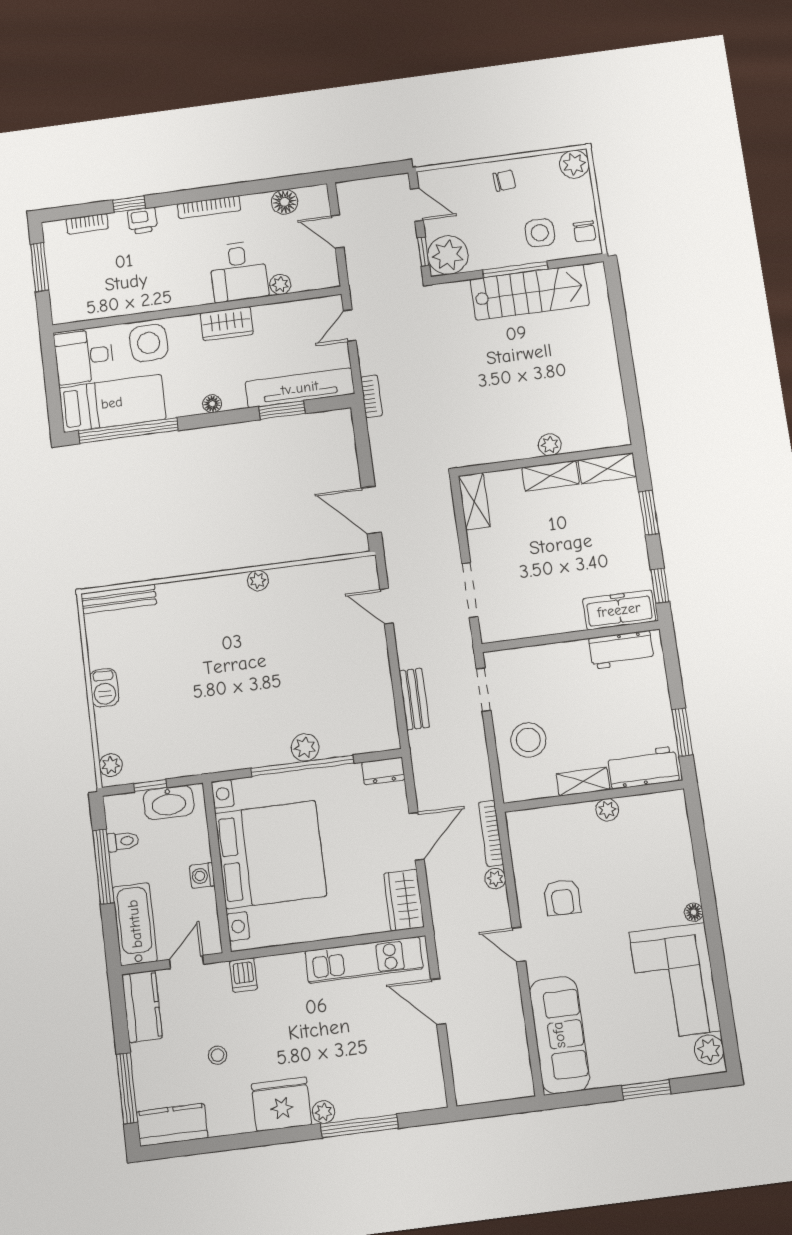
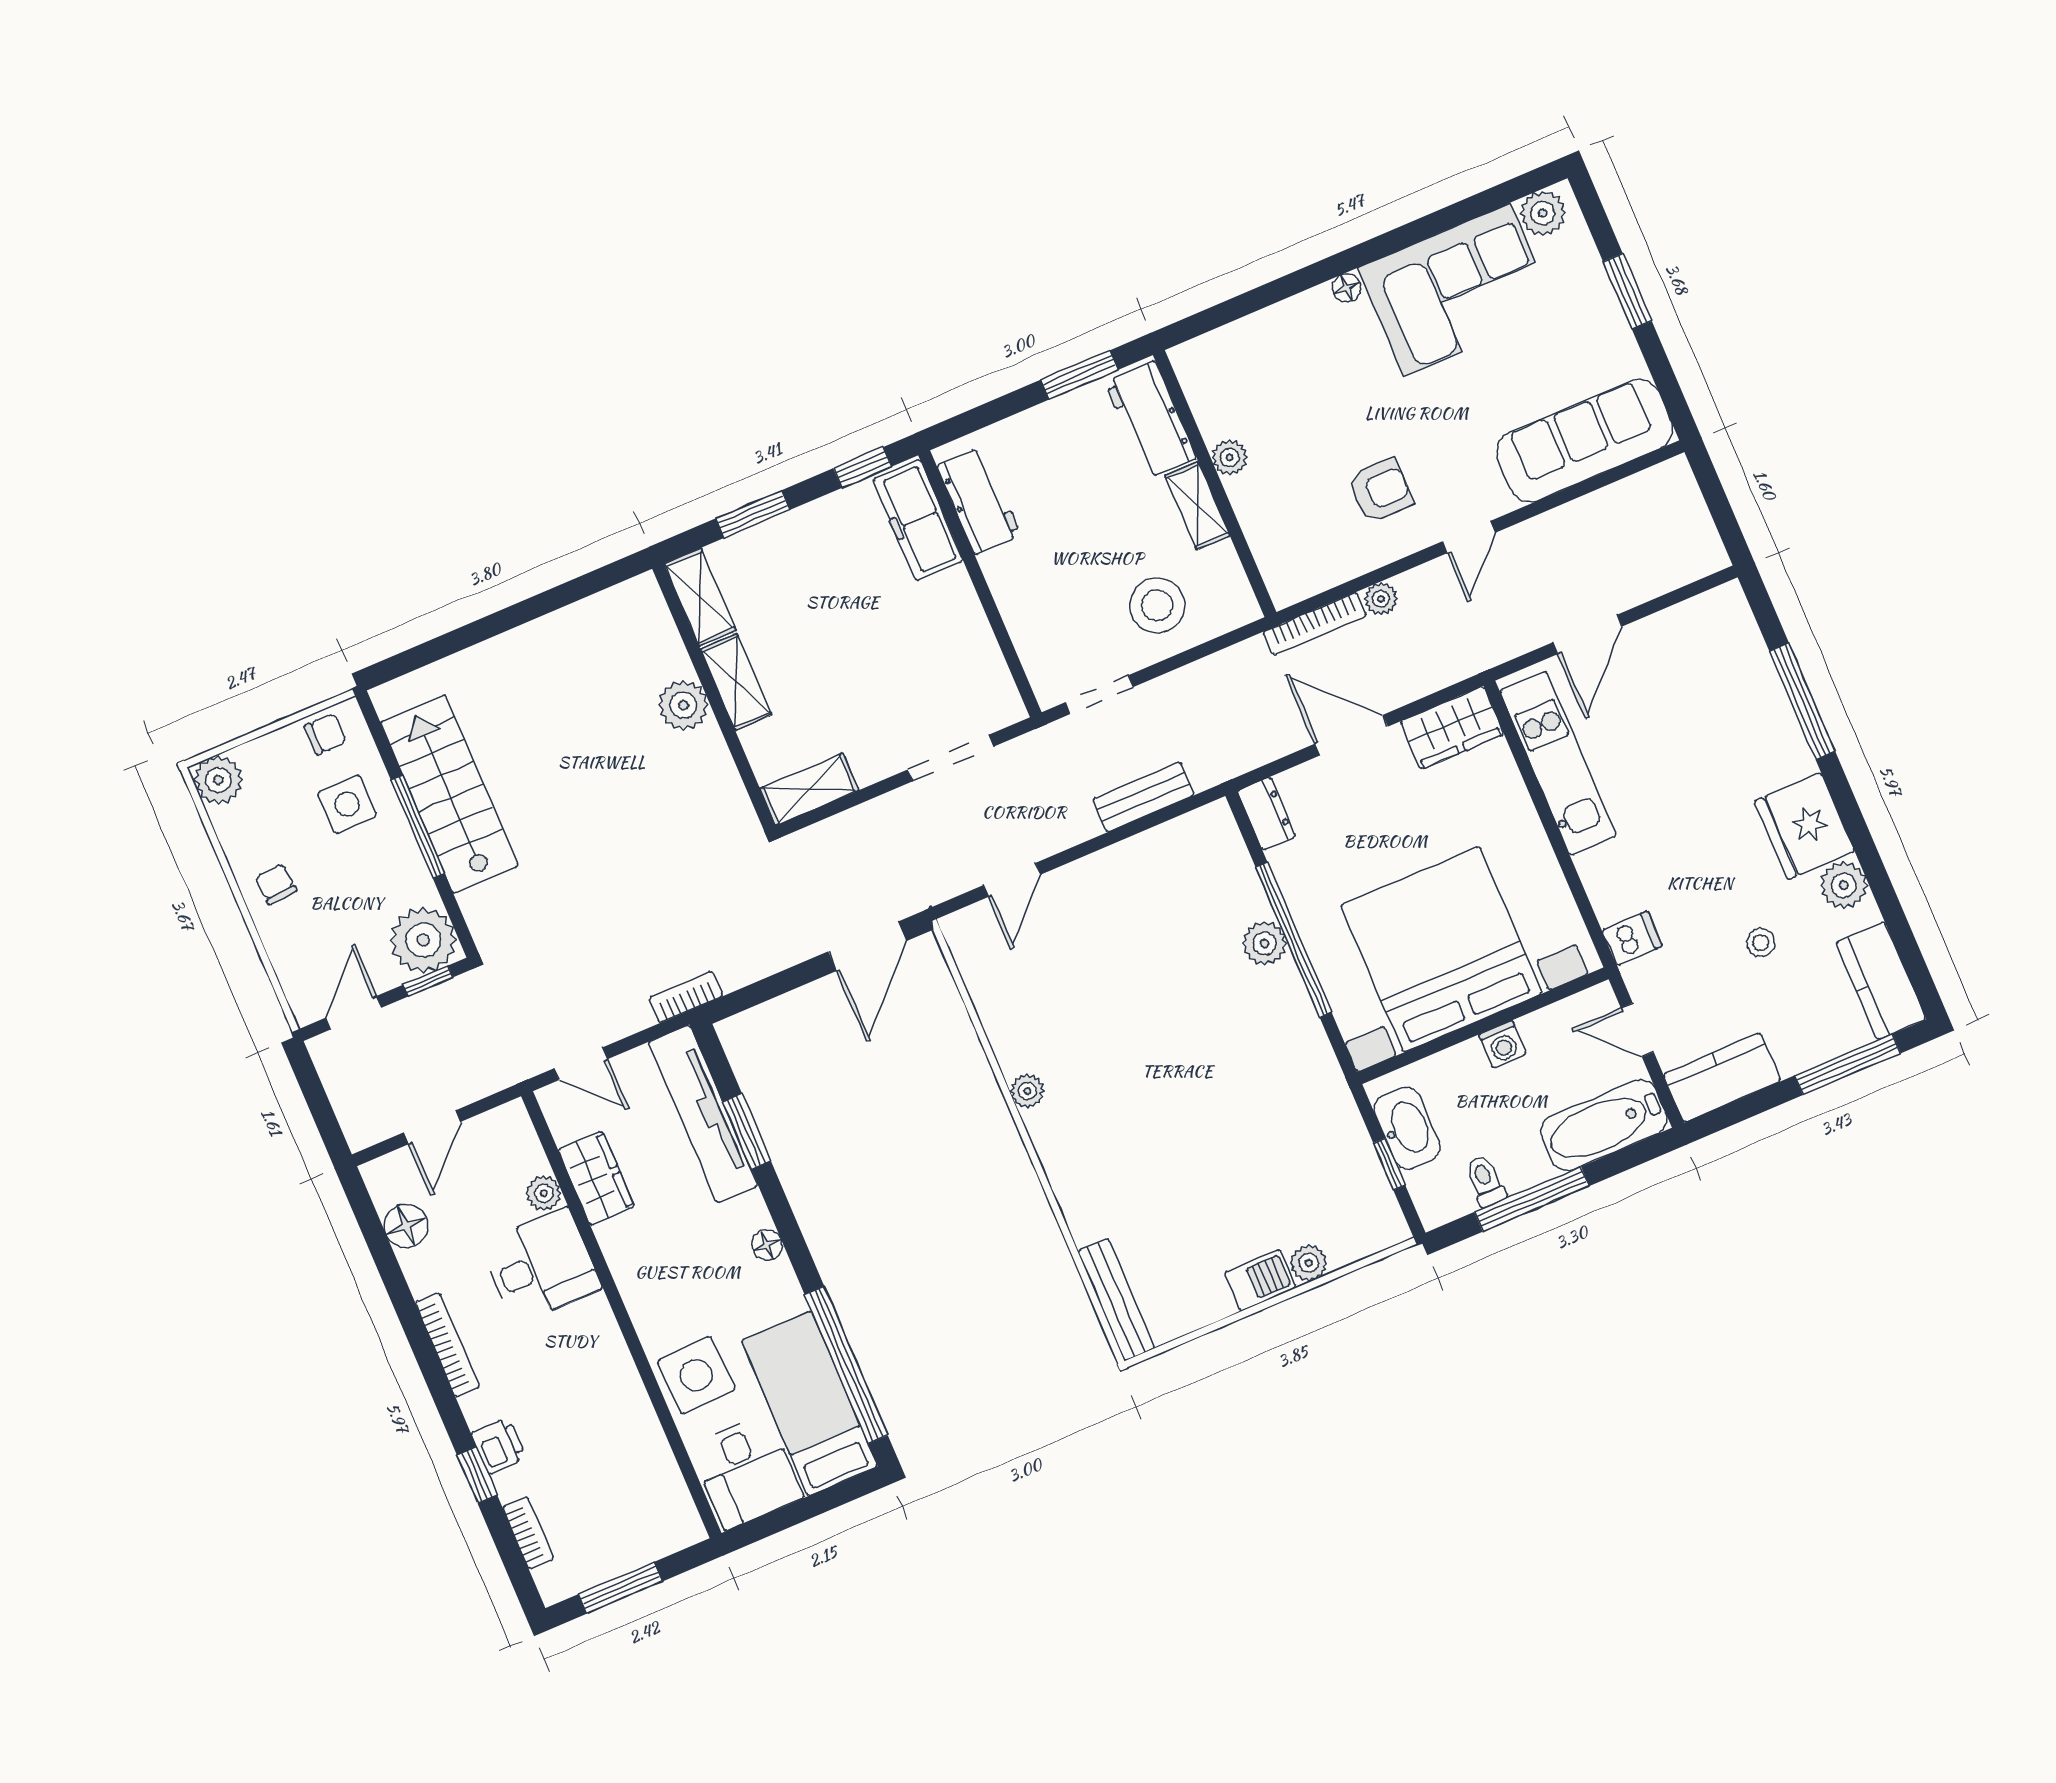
wardrobe: (227, 324) -> (596, 1178), moved
plant: (550, 445) -> (683, 705), width x1.38, depth x1.38
plant: (111, 765) -> (1309, 1263), moved
plant: (324, 1112) -> (1844, 885), moved, width x1.38, depth x1.38

